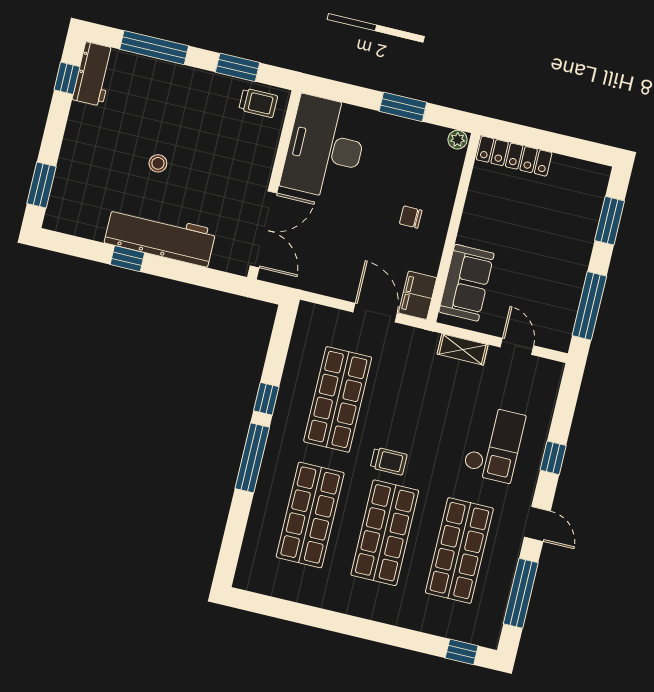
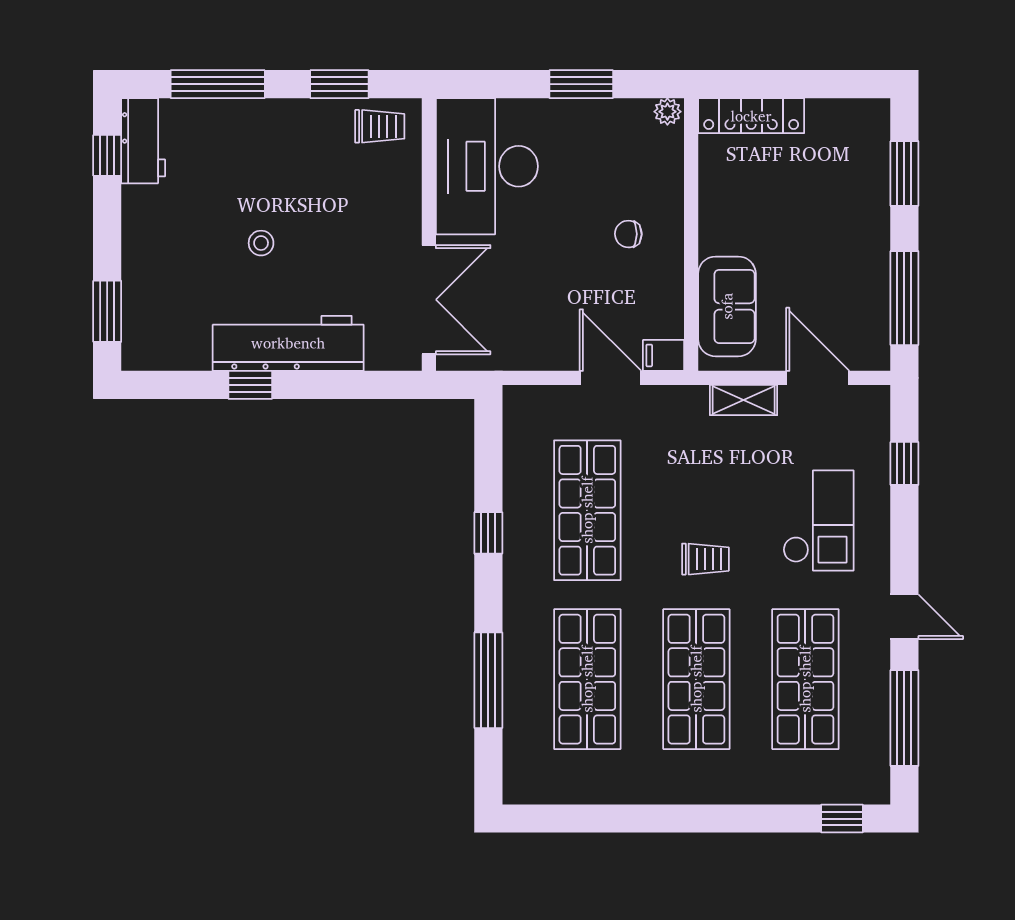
filing cabinet: (418, 295) -> (664, 355), width x0.50
door: (517, 346) -> (818, 378), width x1.38
window: (252, 458) -> (488, 680), moved
window: (553, 458) -> (904, 463), moved
trolley: (389, 461) -> (705, 559), moved

